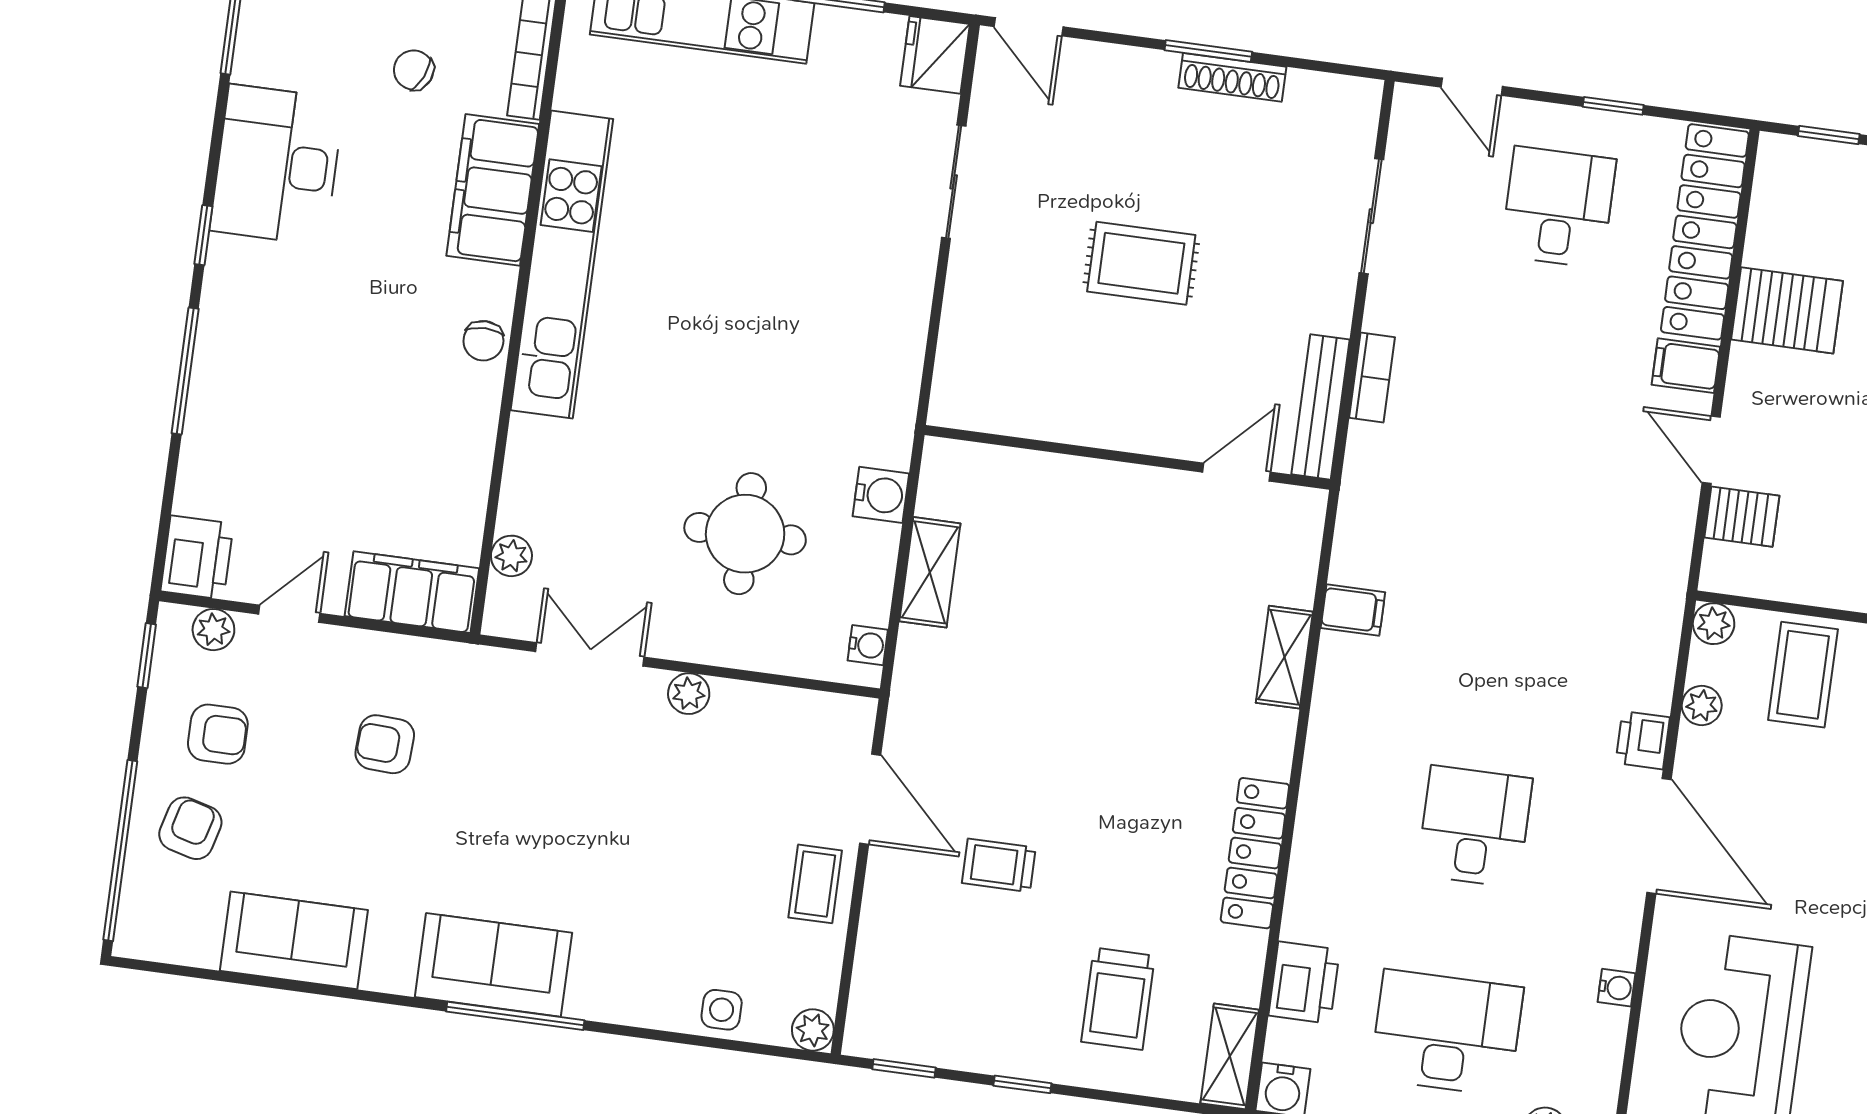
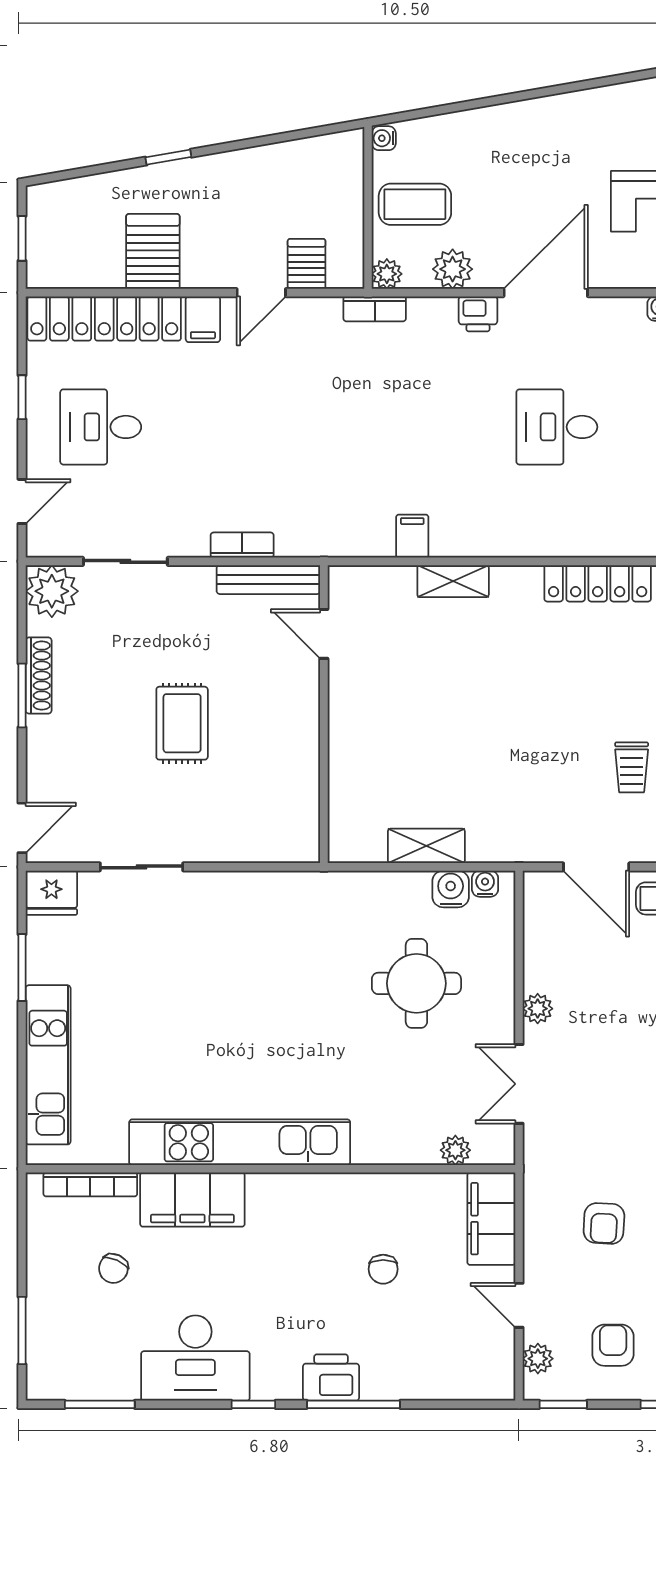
plant: (1344, 111) -> (52, 591), added
chair: (483, 341) -> (383, 1269), moved, turned 90
water cooler: (881, 495) -> (451, 889), moved
printer: (197, 557) -> (331, 1378), moved
bookcase: (1668, 601) -> (375, 309), added
plant: (1702, 705) -> (453, 269), width x1.38, depth x1.38
door: (870, 799) -> (596, 867), swing flipped

